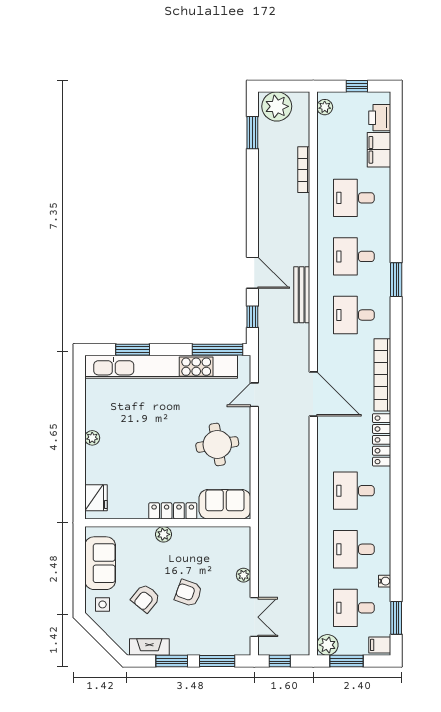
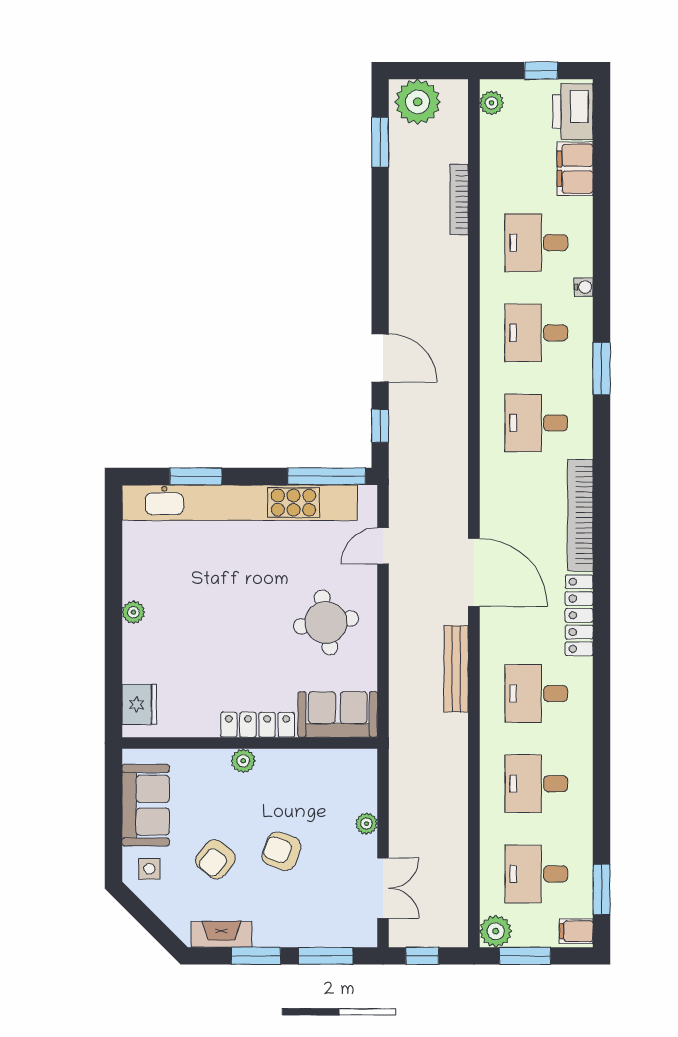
printer: (380, 118) -> (573, 112), width x1.37, depth x1.19
bench: (302, 295) -> (456, 669), moved
door: (313, 394) -> (474, 572), moved
water cooler: (385, 581) -> (584, 287), moved

